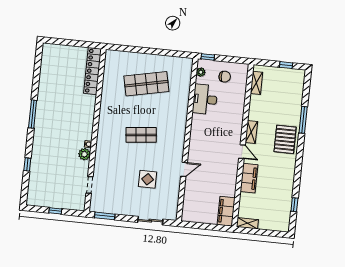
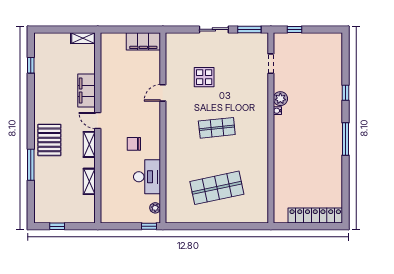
locker: (93, 71) -> (315, 215), moved, turned -90
chair: (225, 77) -> (134, 144), moved
shelving: (256, 83) -> (89, 181), moved
window: (27, 164) -> (345, 93), moved
window: (55, 211) -> (295, 29), moved
filing cabinet: (226, 211) -> (143, 41), moved, turned 90
sliding door: (150, 221) -> (214, 29), moved

